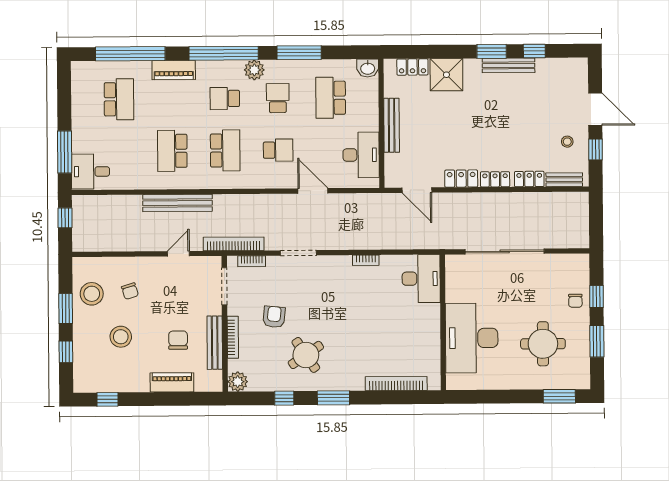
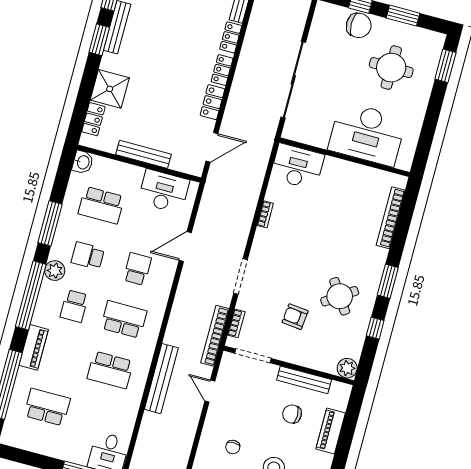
chair: (130, 291) -> (233, 447), turned 107
chair: (575, 301) -> (359, 25), width x1.87, depth x1.87
bookcase: (233, 337) -> (304, 361), removed

